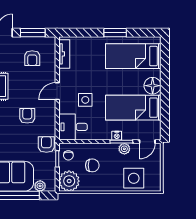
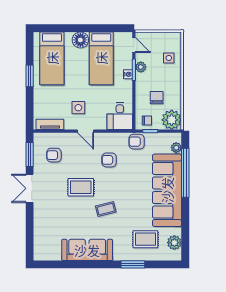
armchair: (32, 58) -> (54, 155), turned 180
side table: (85, 100) -> (78, 108), moved
side table: (134, 178) -> (169, 58), width x0.54, depth x0.54

